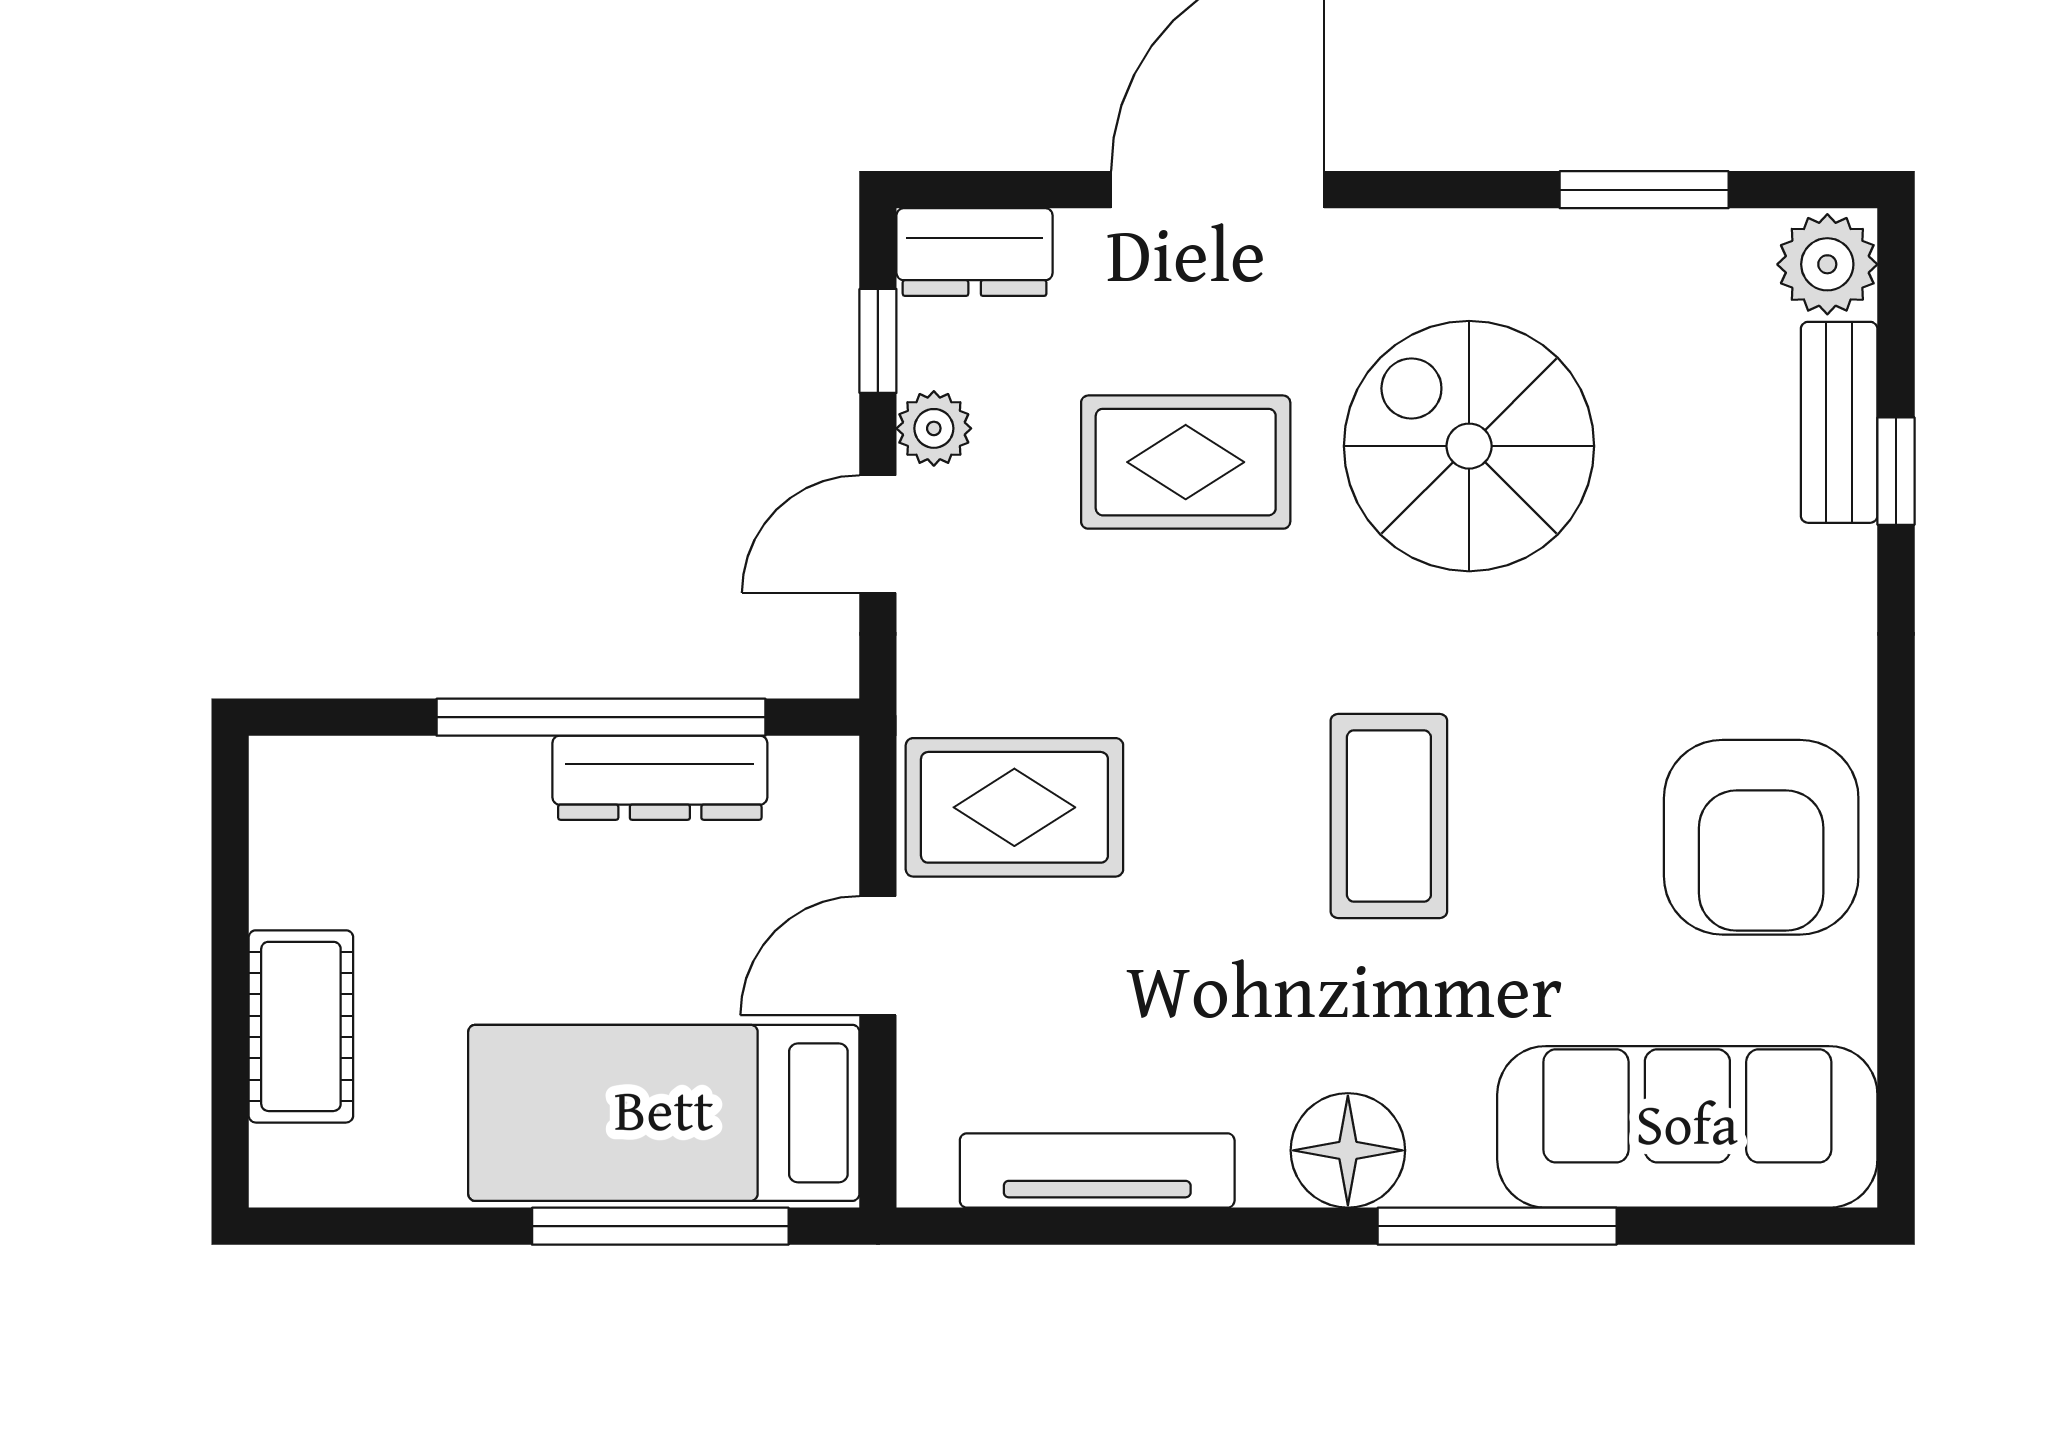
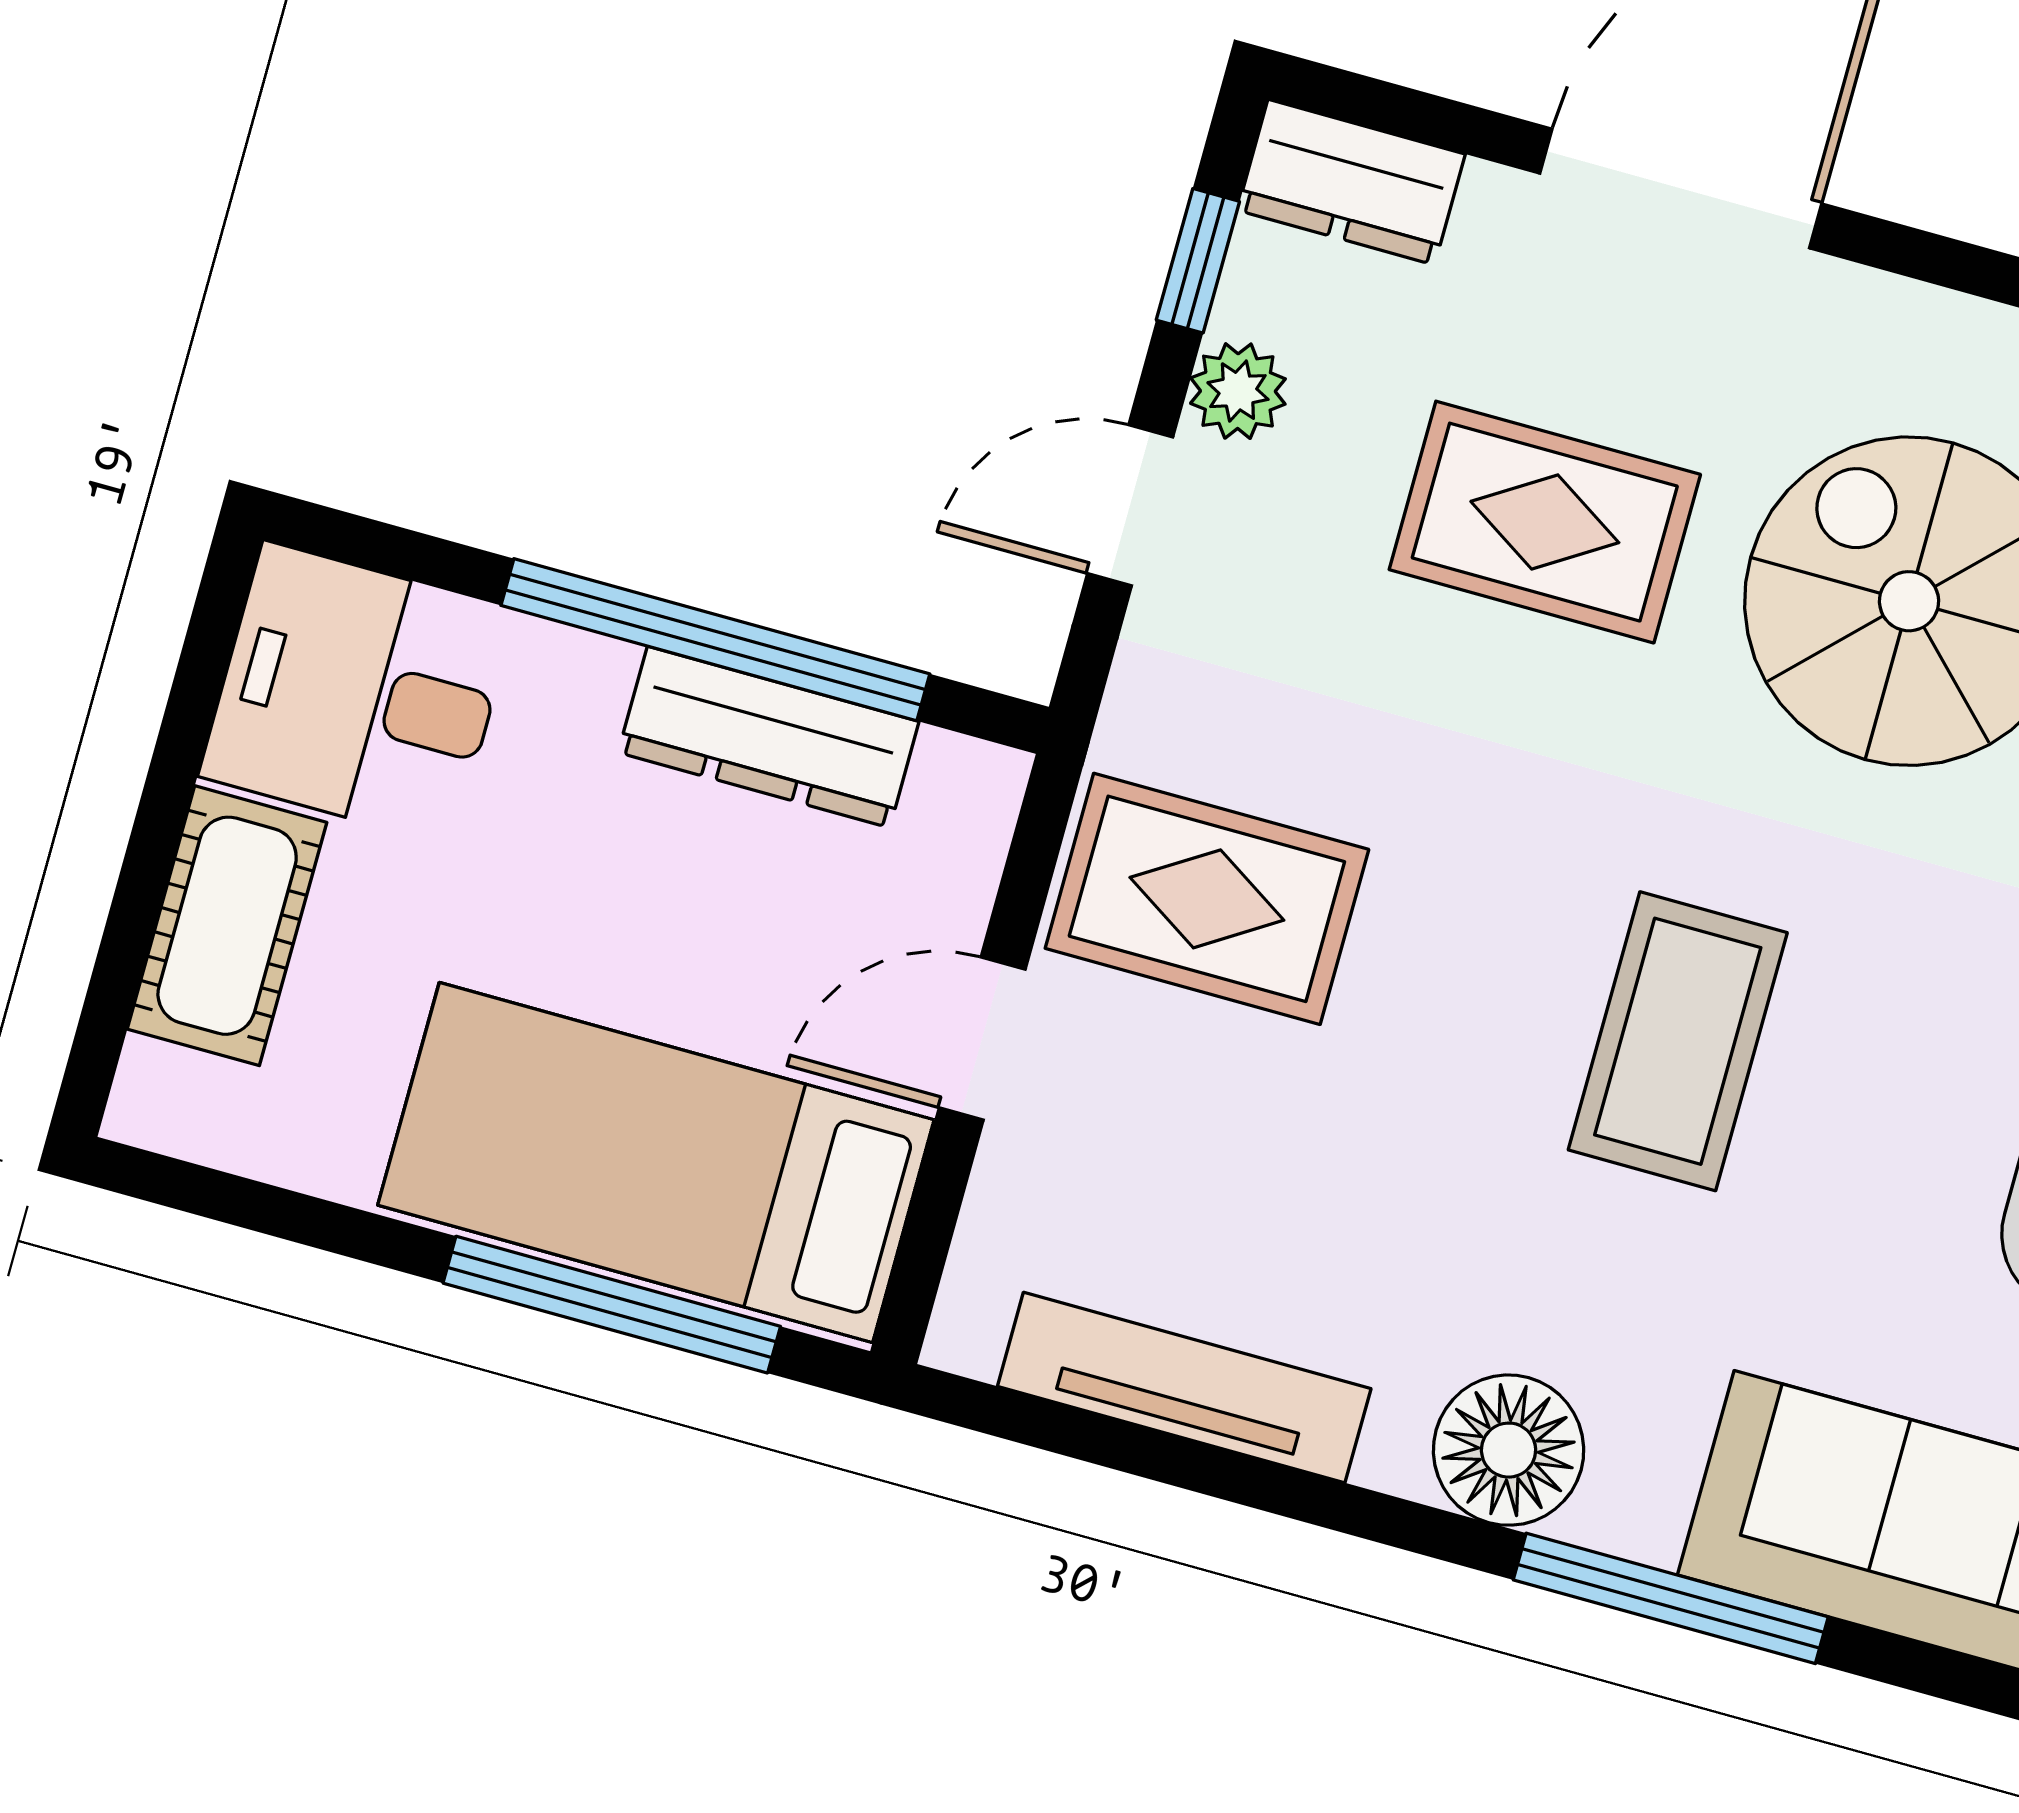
desk: (350, 829) -> (358, 693), added

